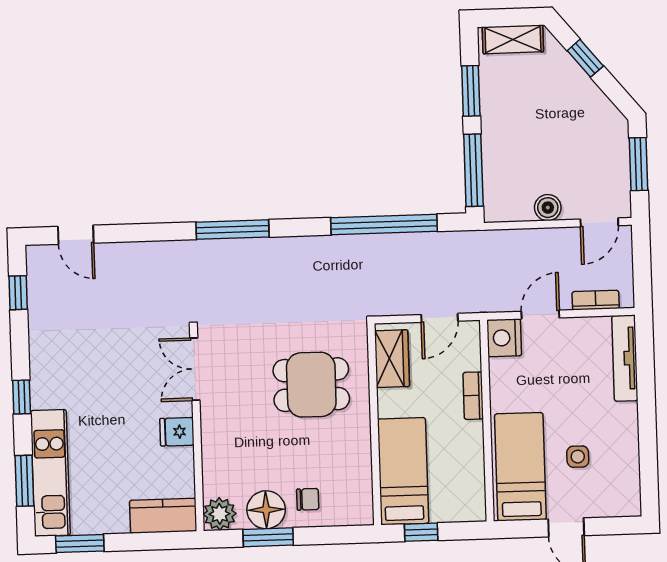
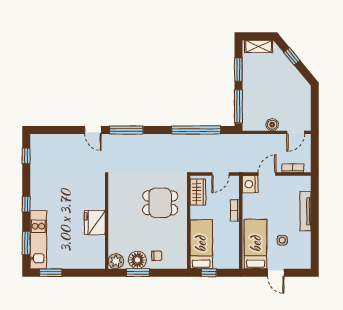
window: (638, 164) -> (315, 106), removed
door: (76, 235) -> (93, 130), moved
tv unit: (625, 358) -> (305, 211), moved
double door: (195, 369) -> (107, 194), removed
fridge: (177, 432) -> (95, 223), width x1.88, depth x1.34
kitchen counter: (163, 516) -> (90, 261), removed

